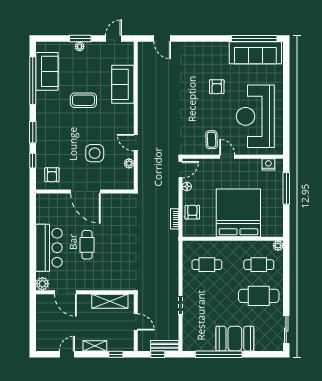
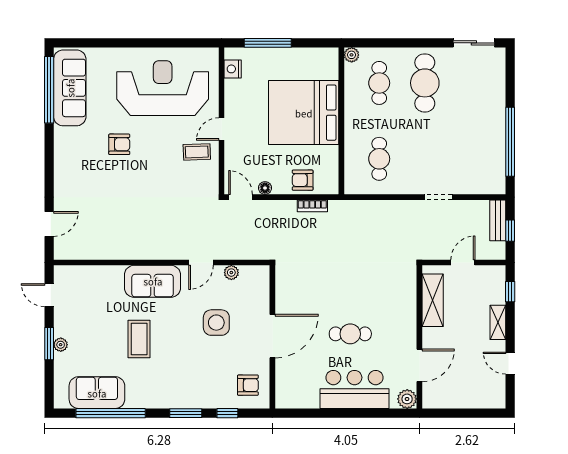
sofa: (123, 84) -> (153, 281), moved
reception desk: (255, 116) -> (163, 88), turned 180
booth: (235, 339) -> (487, 118), removed

